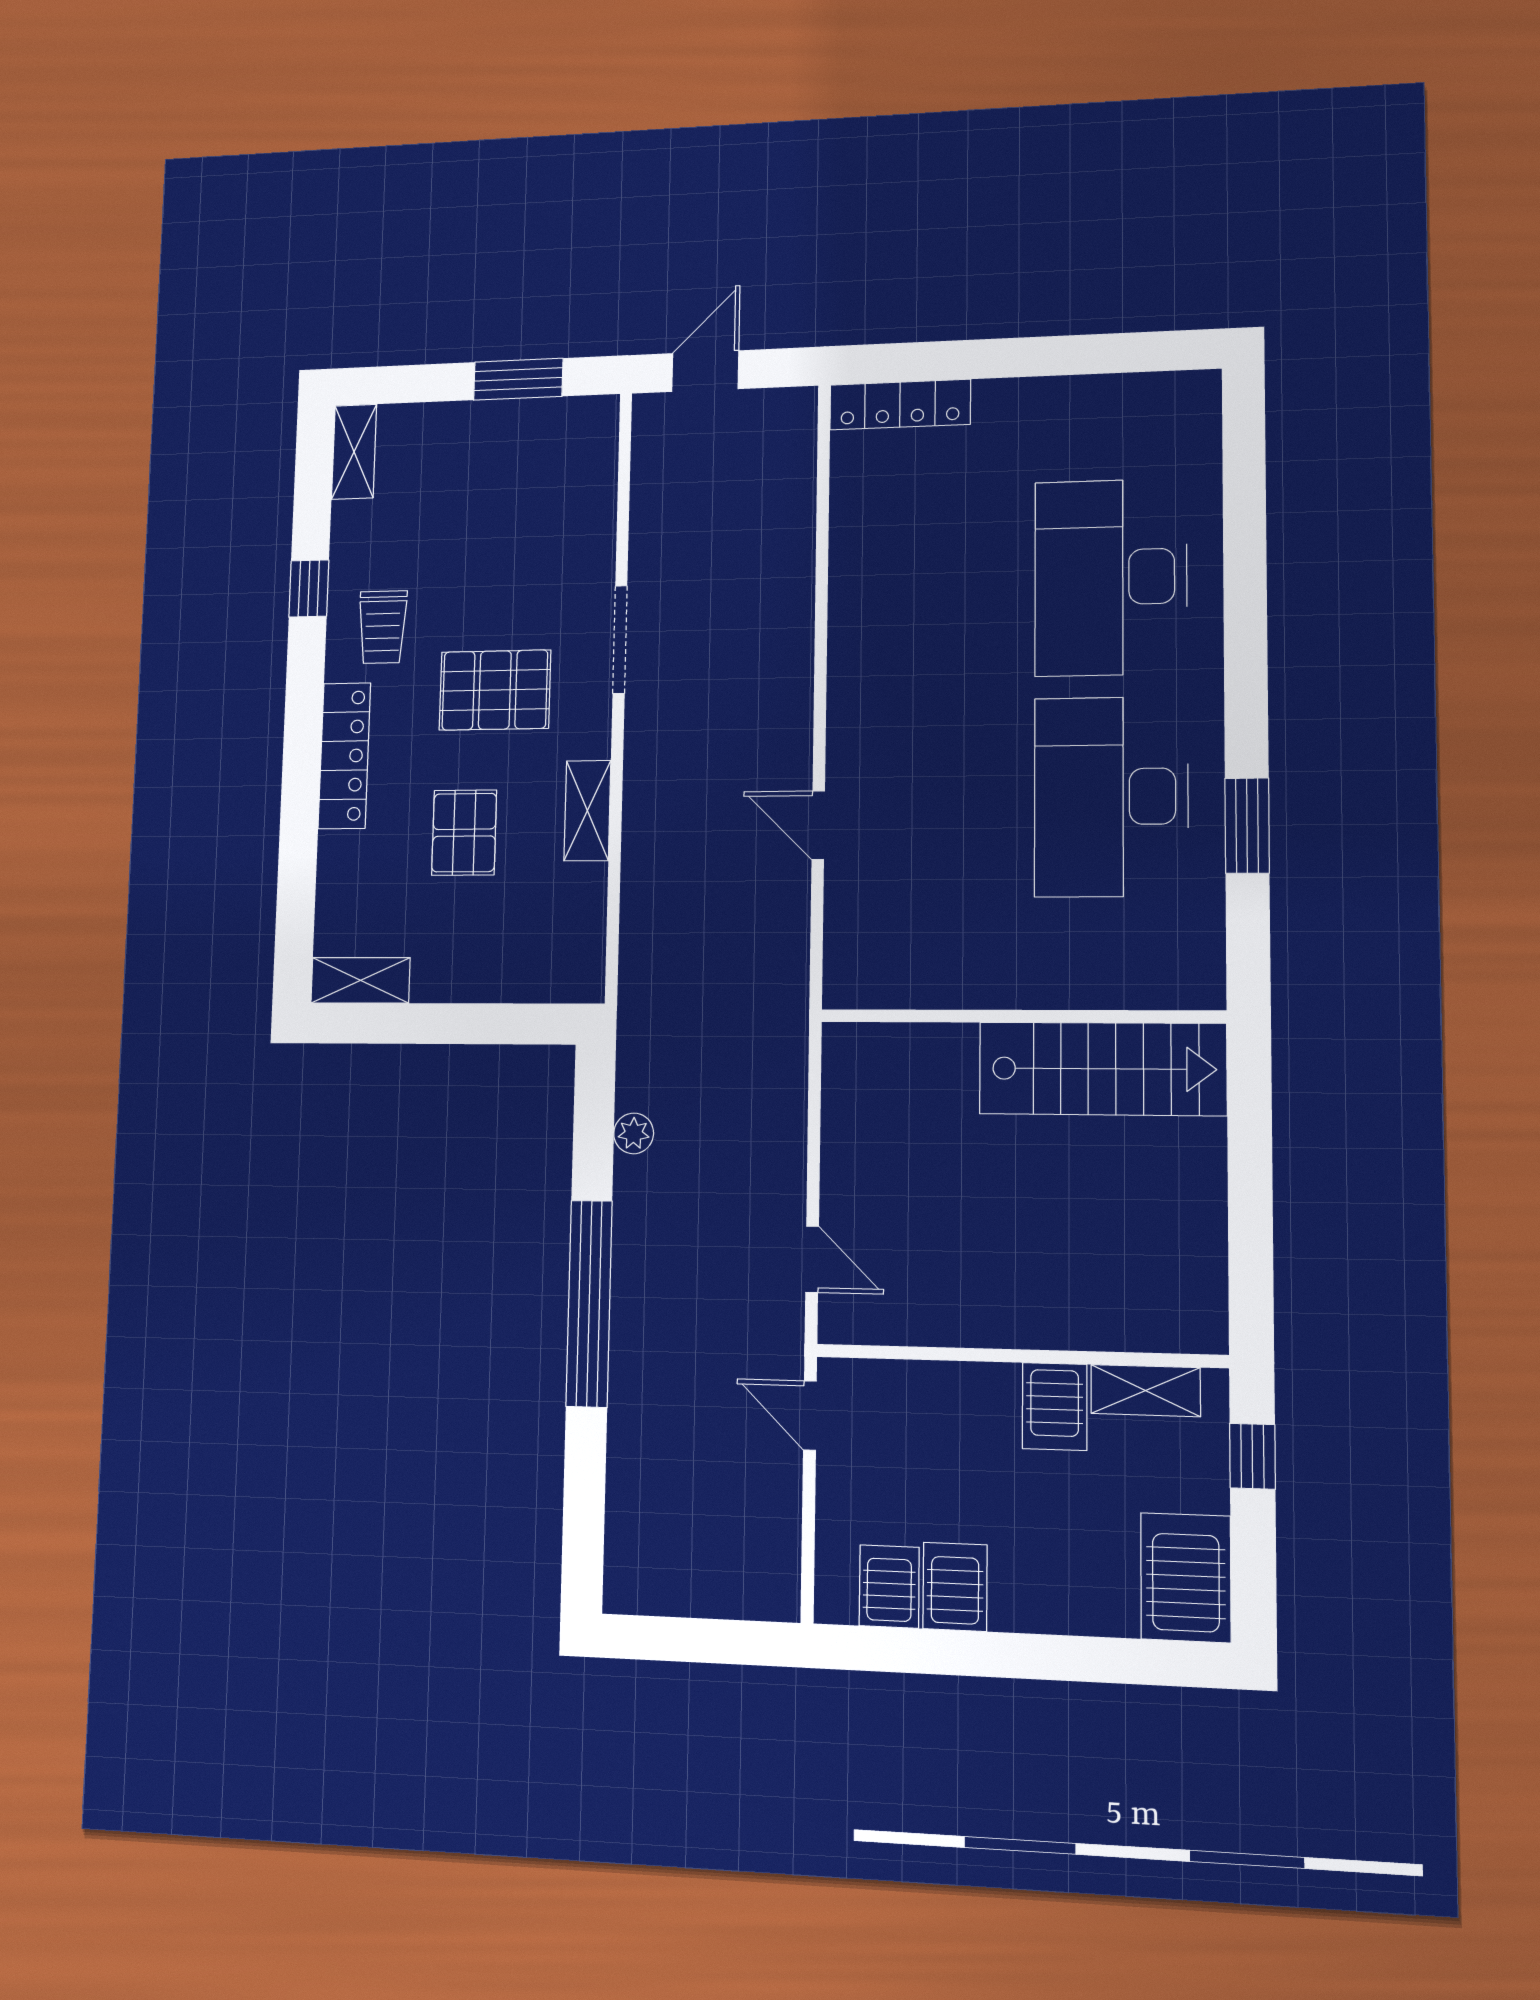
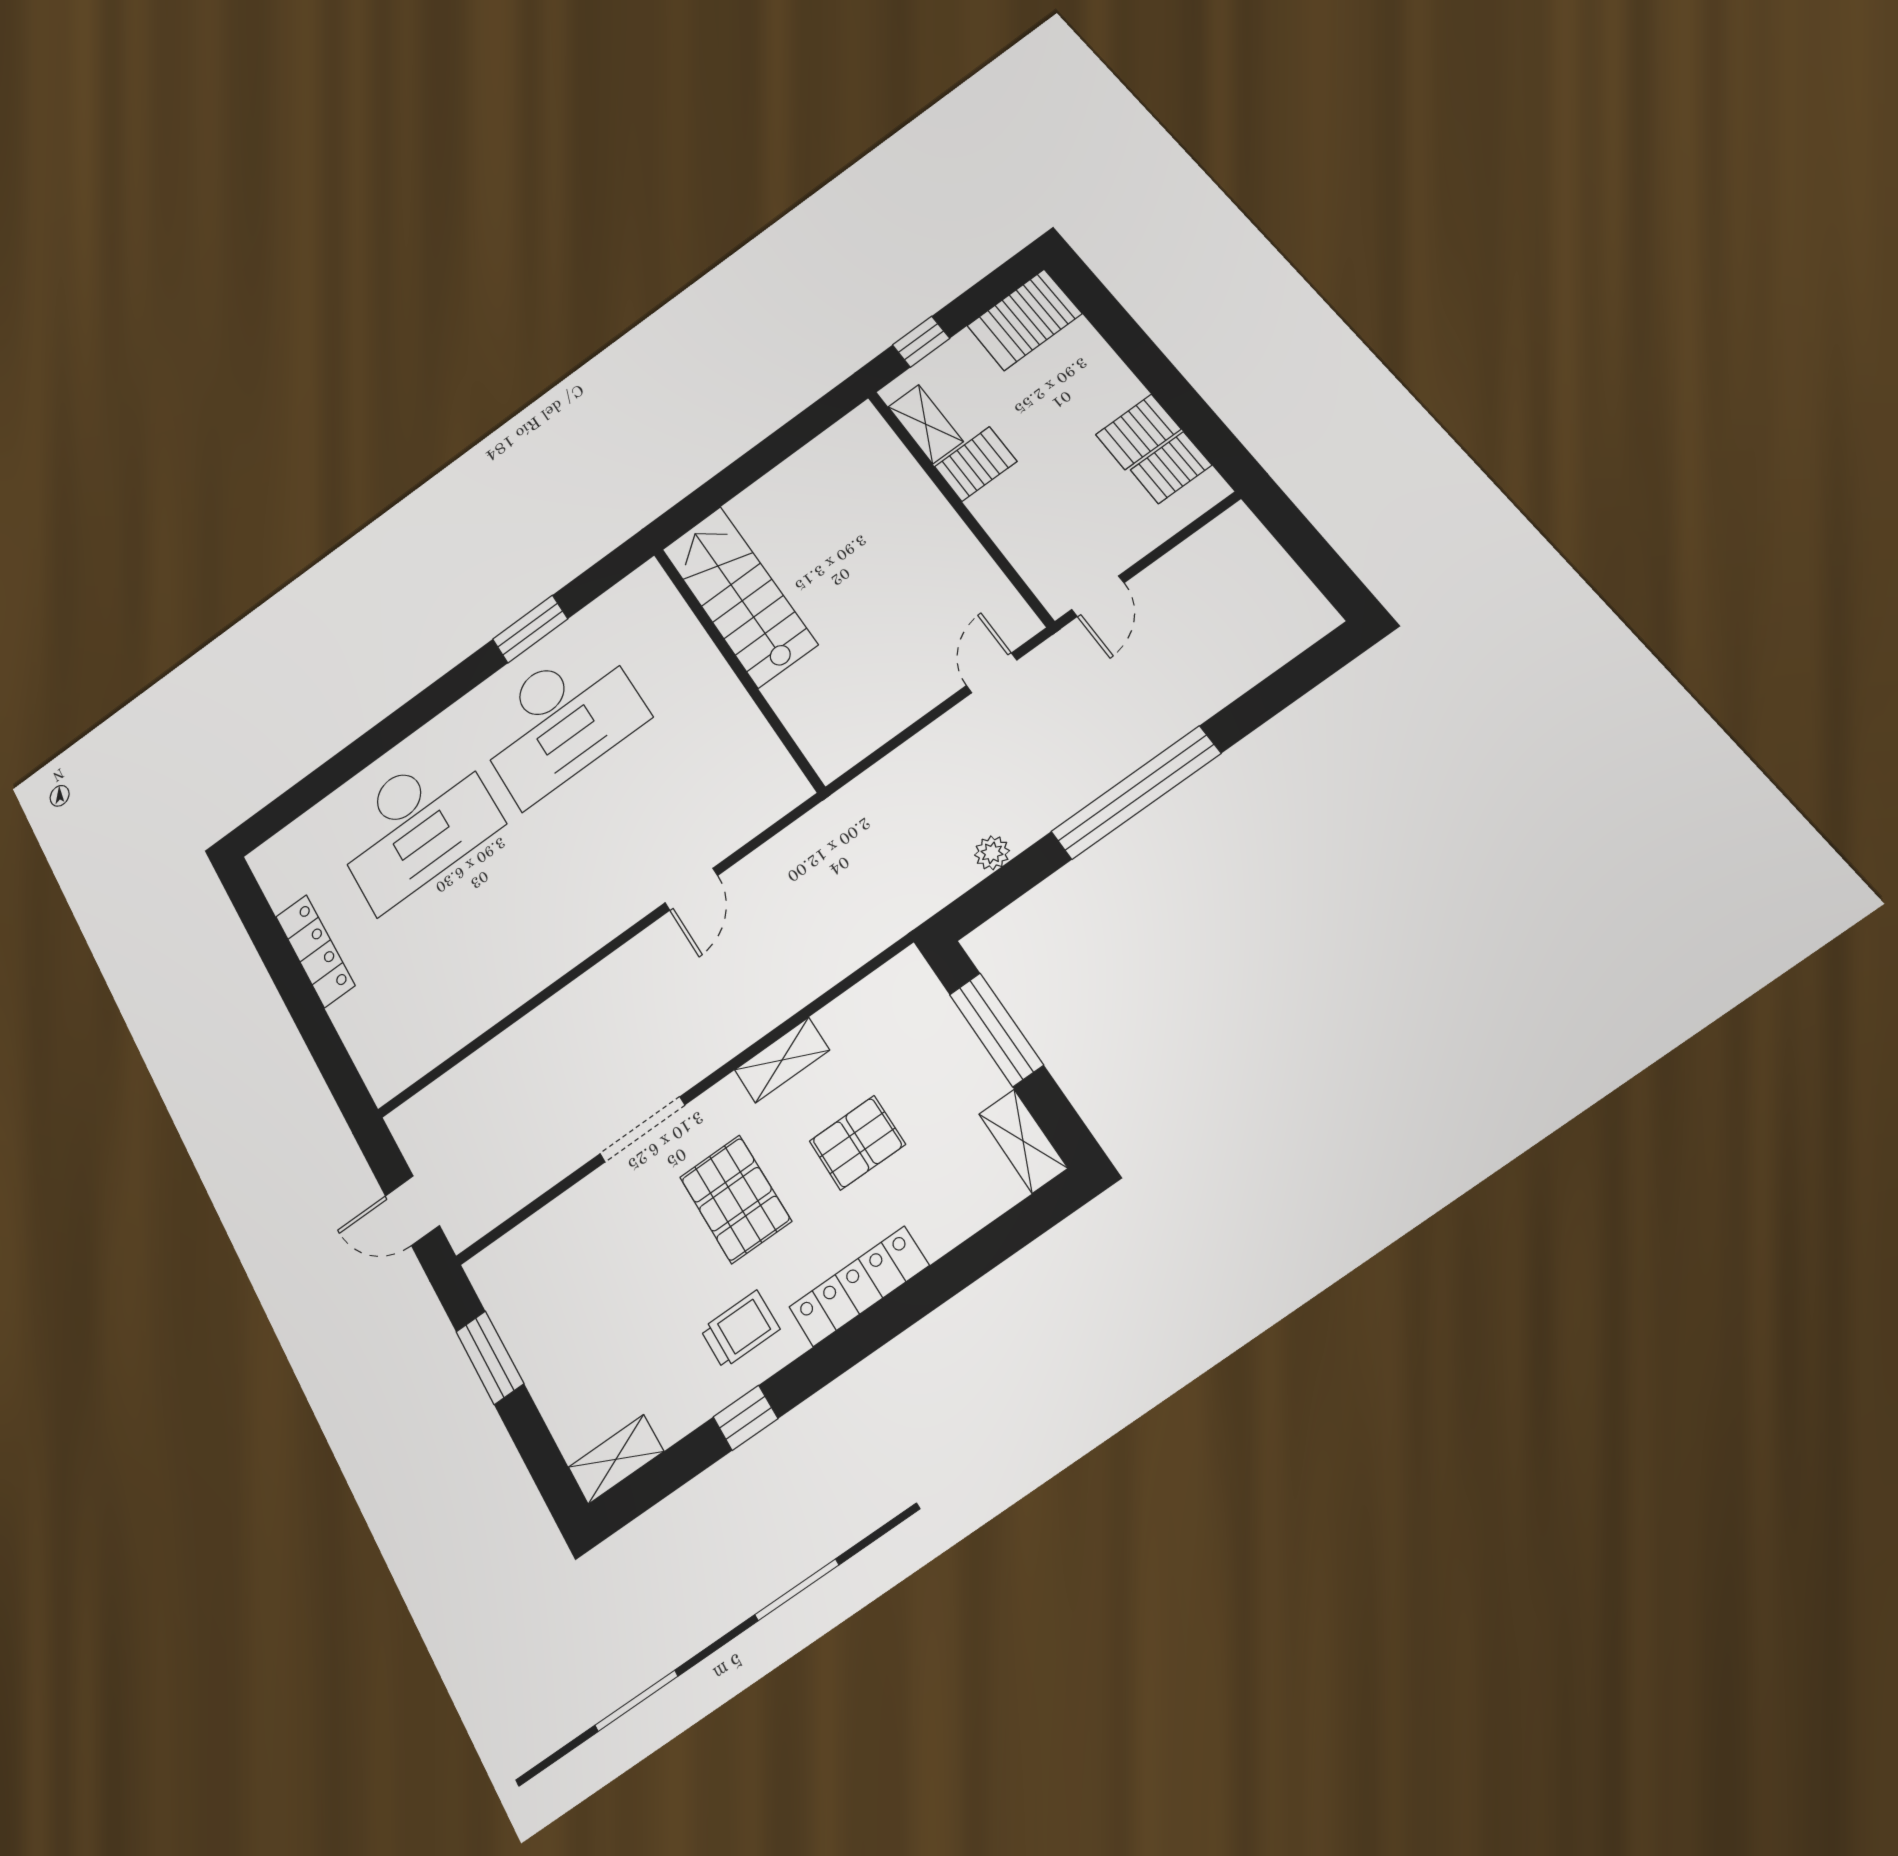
locker: (900, 405) -> (315, 951), moved
window: (471, 1024) -> (996, 1030), added

